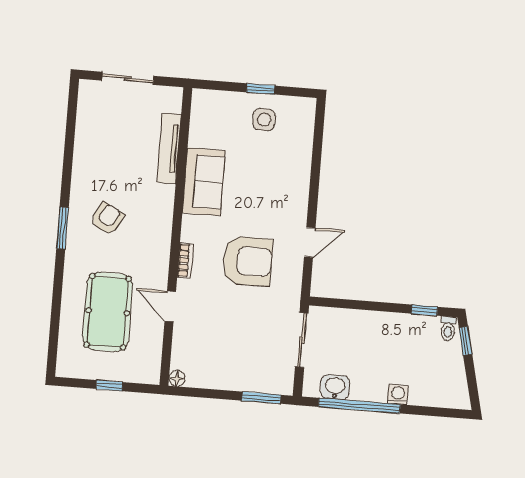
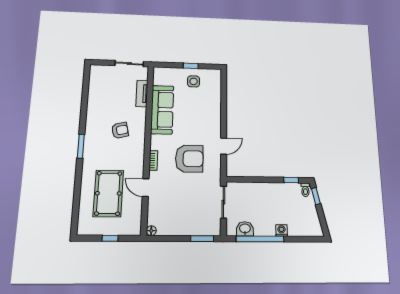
sliding door: (128, 78) -> (129, 64), moved
tv unit: (169, 148) -> (142, 94), width x0.71
sofa: (204, 182) -> (162, 110), width x1.36
armchair: (107, 219) -> (120, 130), moved, turned 49

